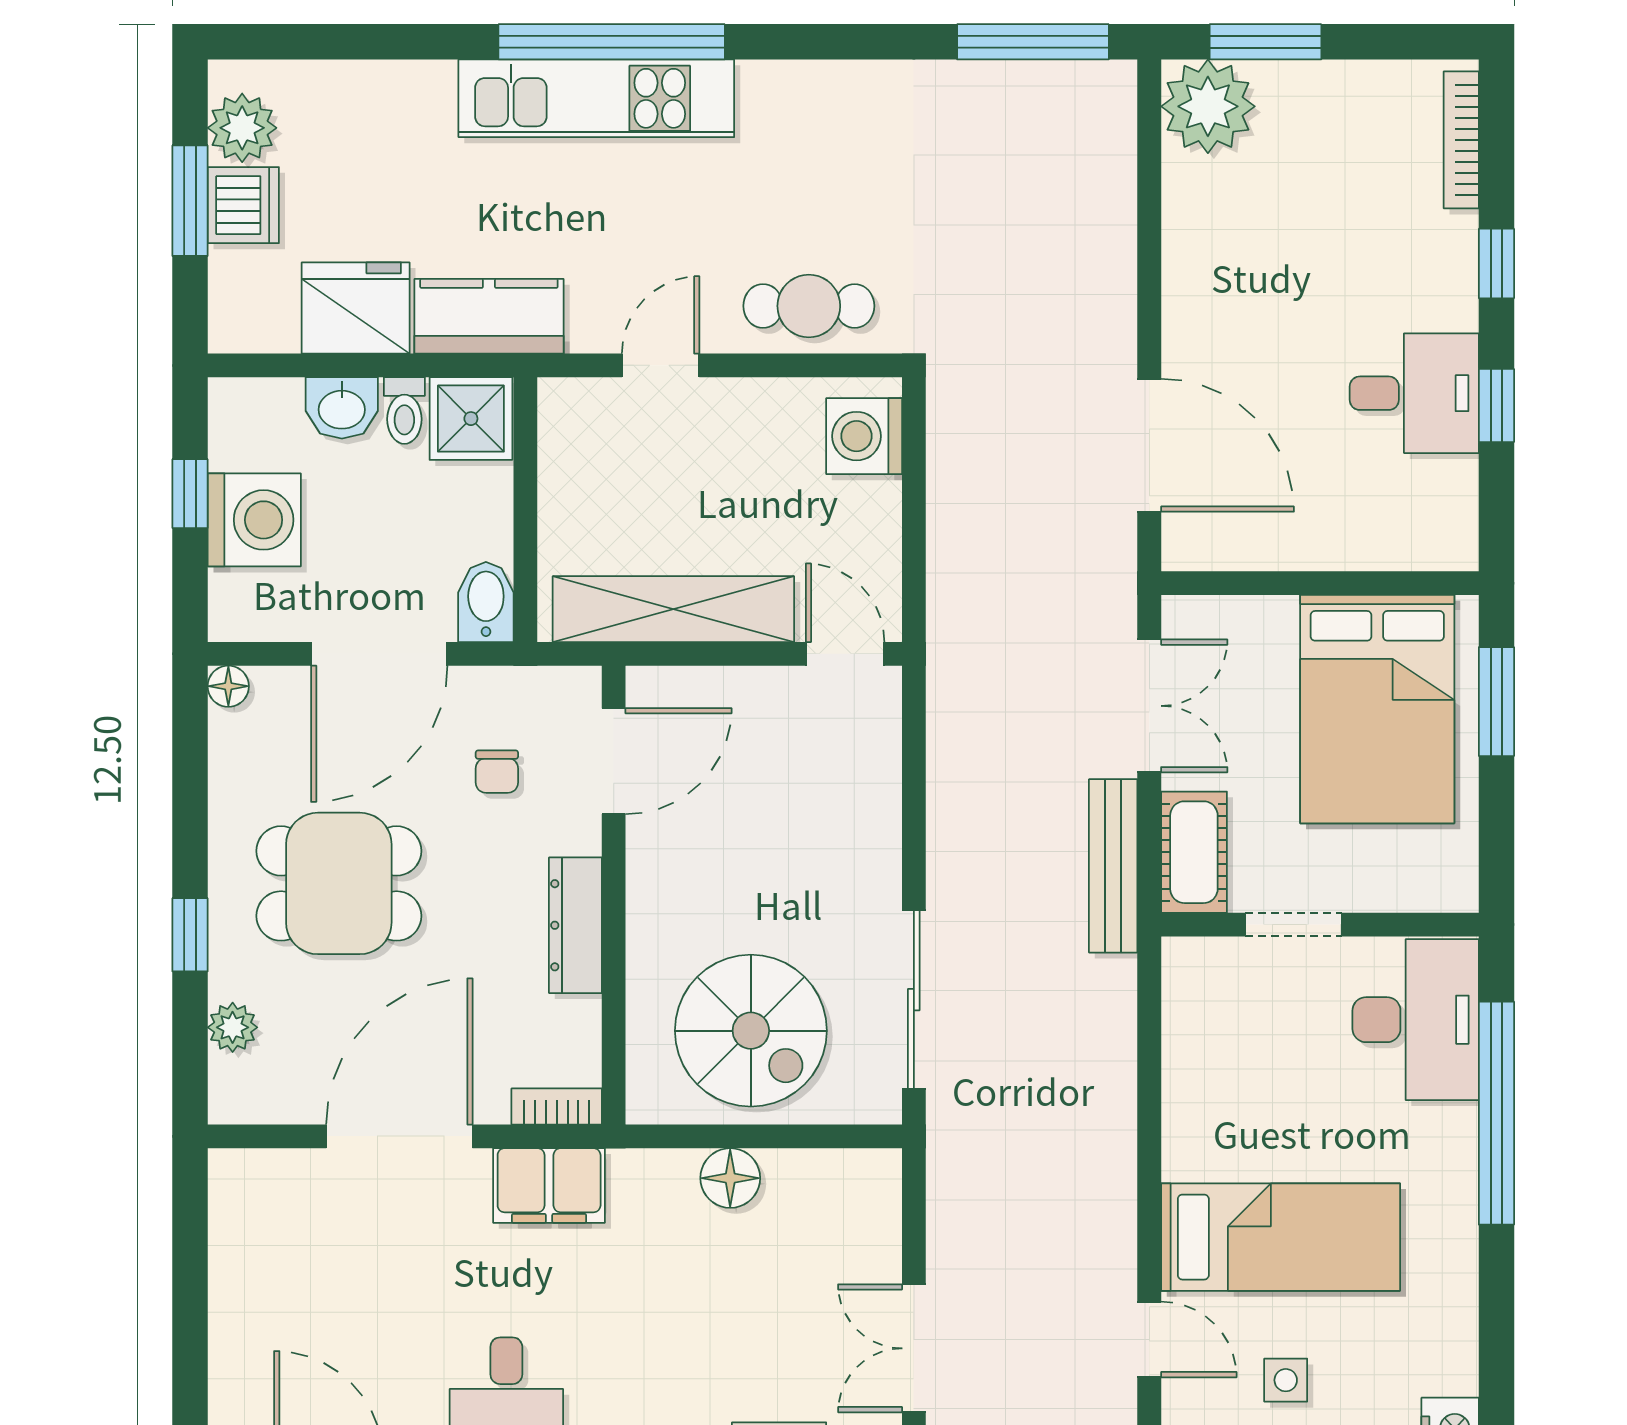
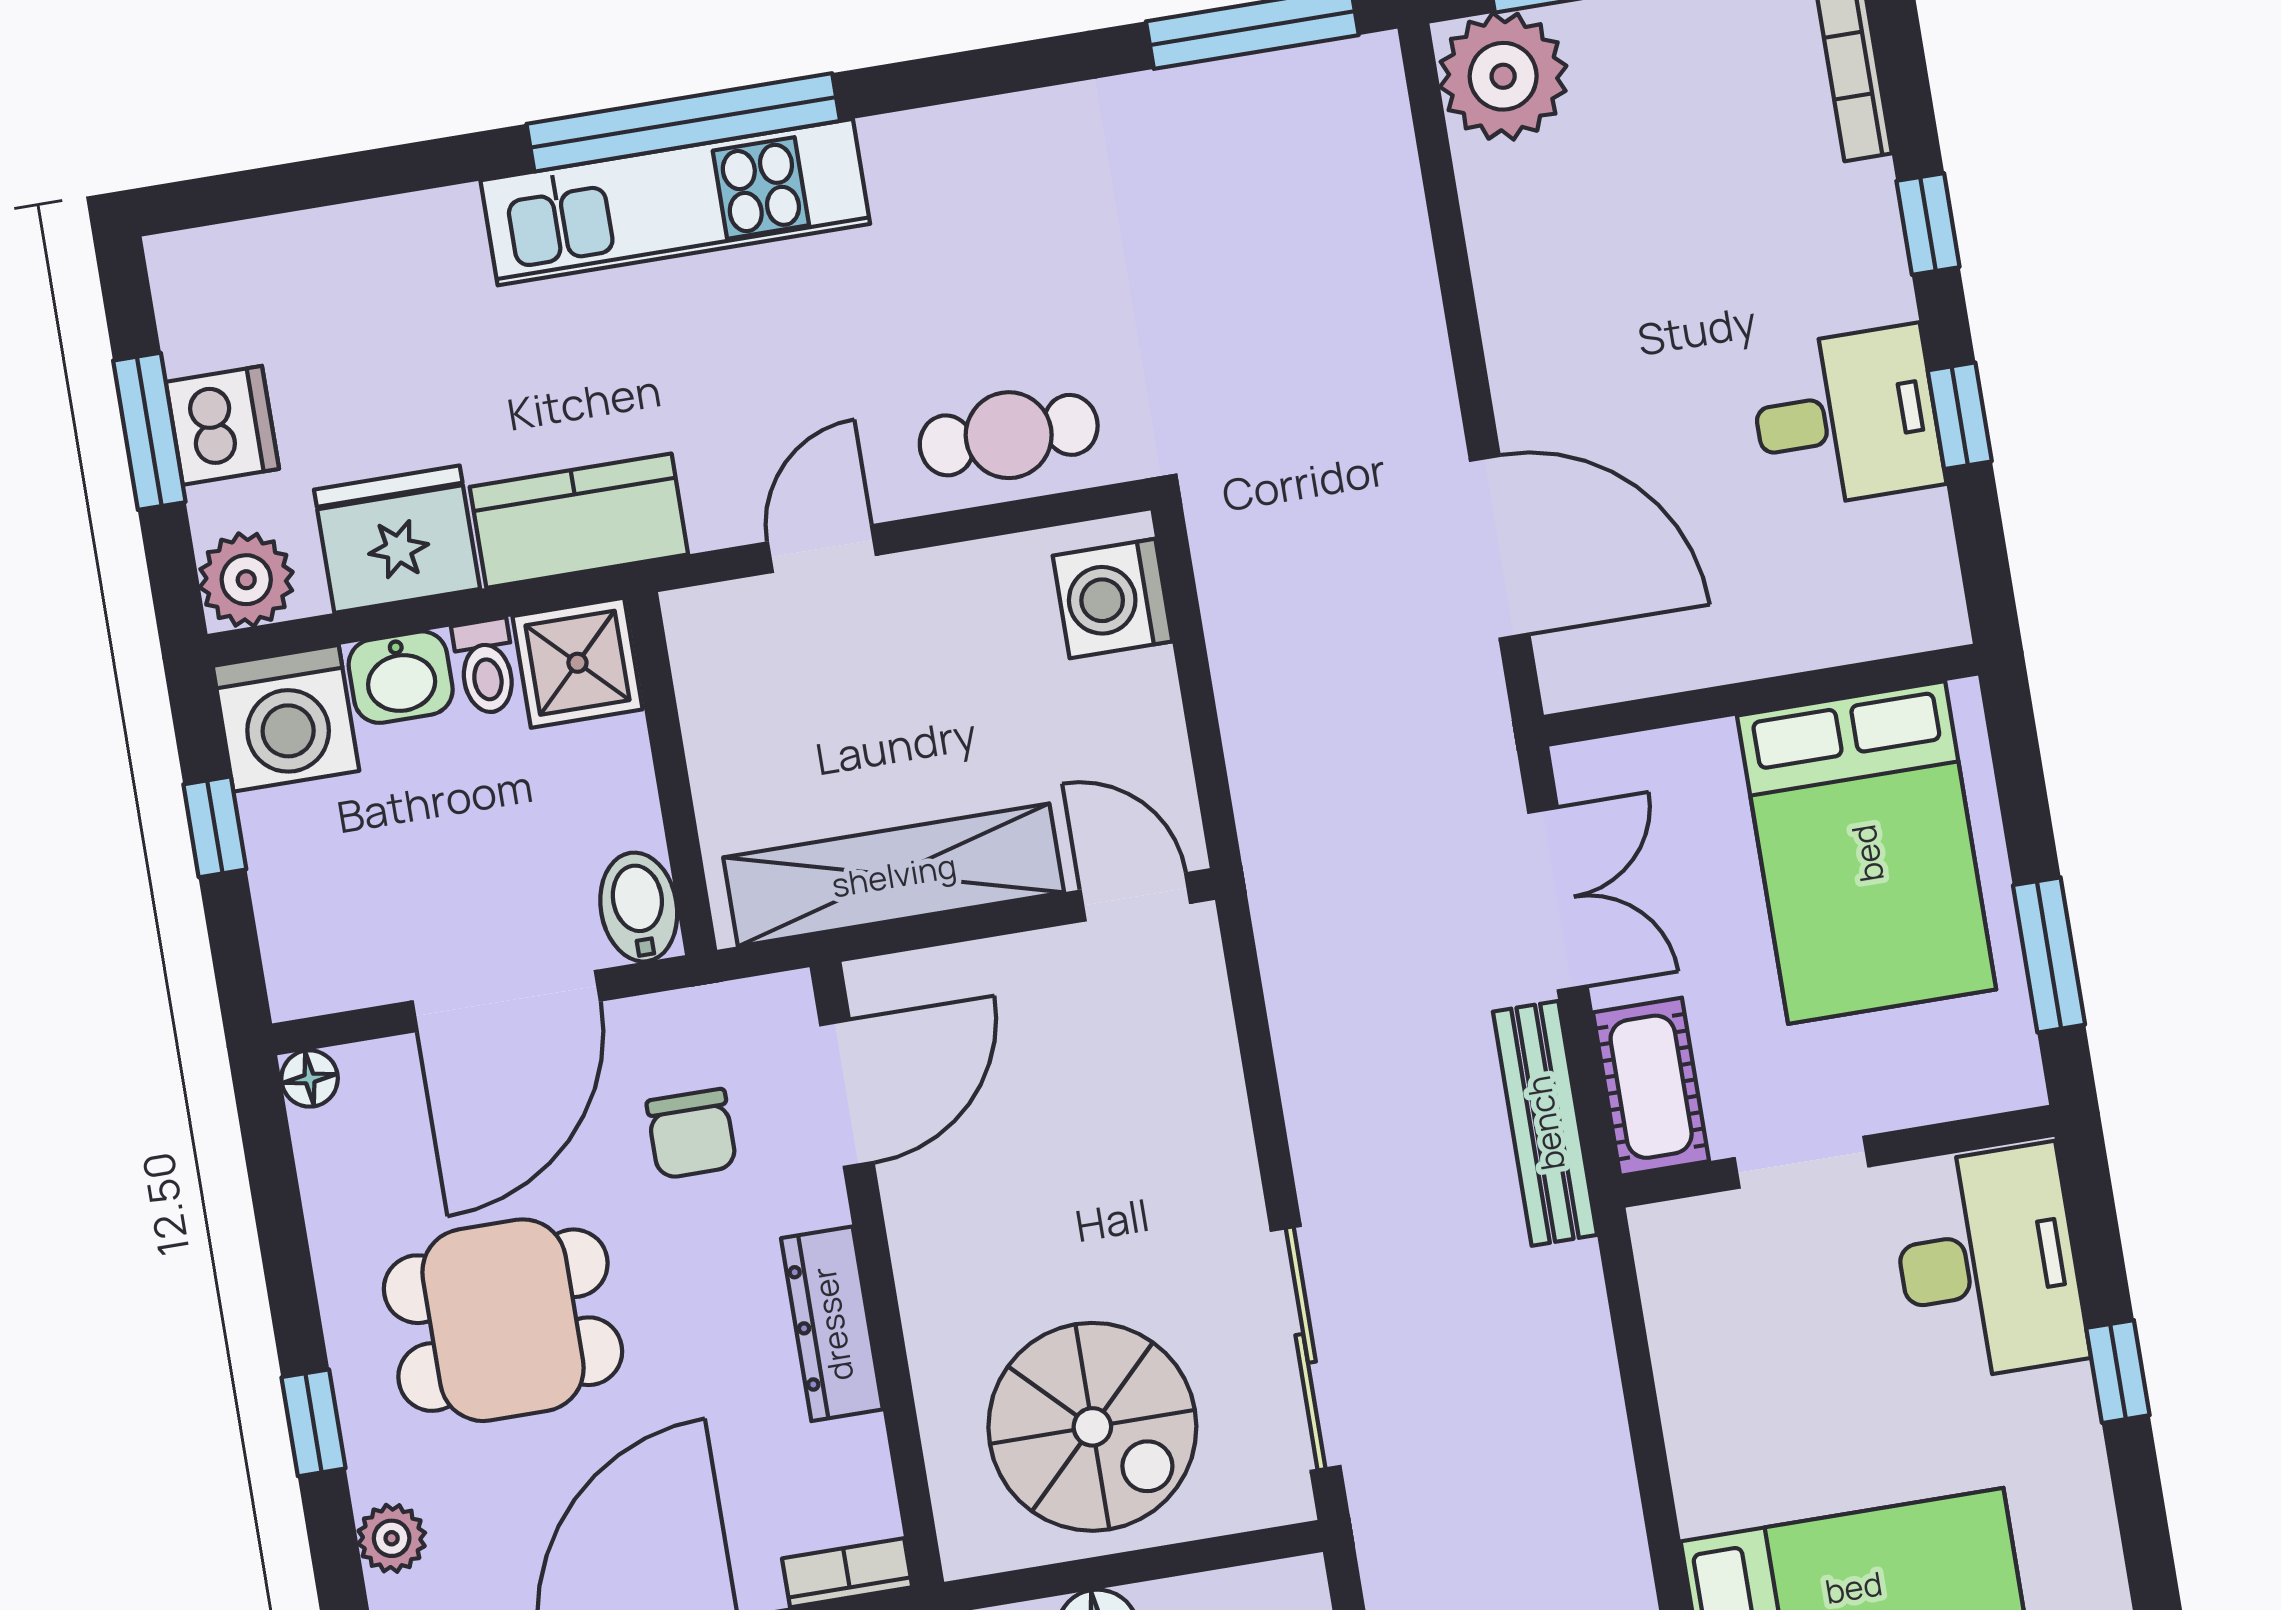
plant: (242, 128) -> (246, 580), moved
washing machine: (254, 520) -> (286, 718), moved, turned 90
window: (1496, 702) -> (2049, 955), moved
chair: (497, 772) -> (691, 1134), width x1.37, depth x1.37
window: (1496, 1113) -> (2118, 1372), width x0.32

